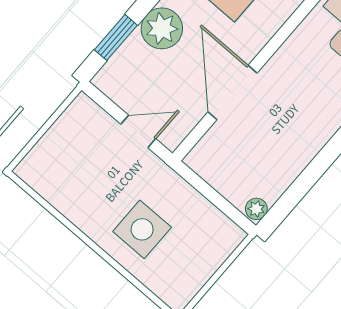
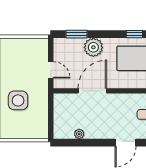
plant: (256, 209) -> (79, 134), moved

